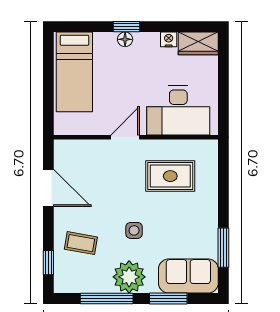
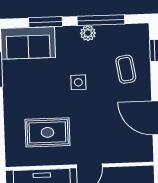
coffee table: (81, 243) -> (126, 69), turned 71
plant: (129, 277) -> (88, 33), width x0.53, depth x0.53

